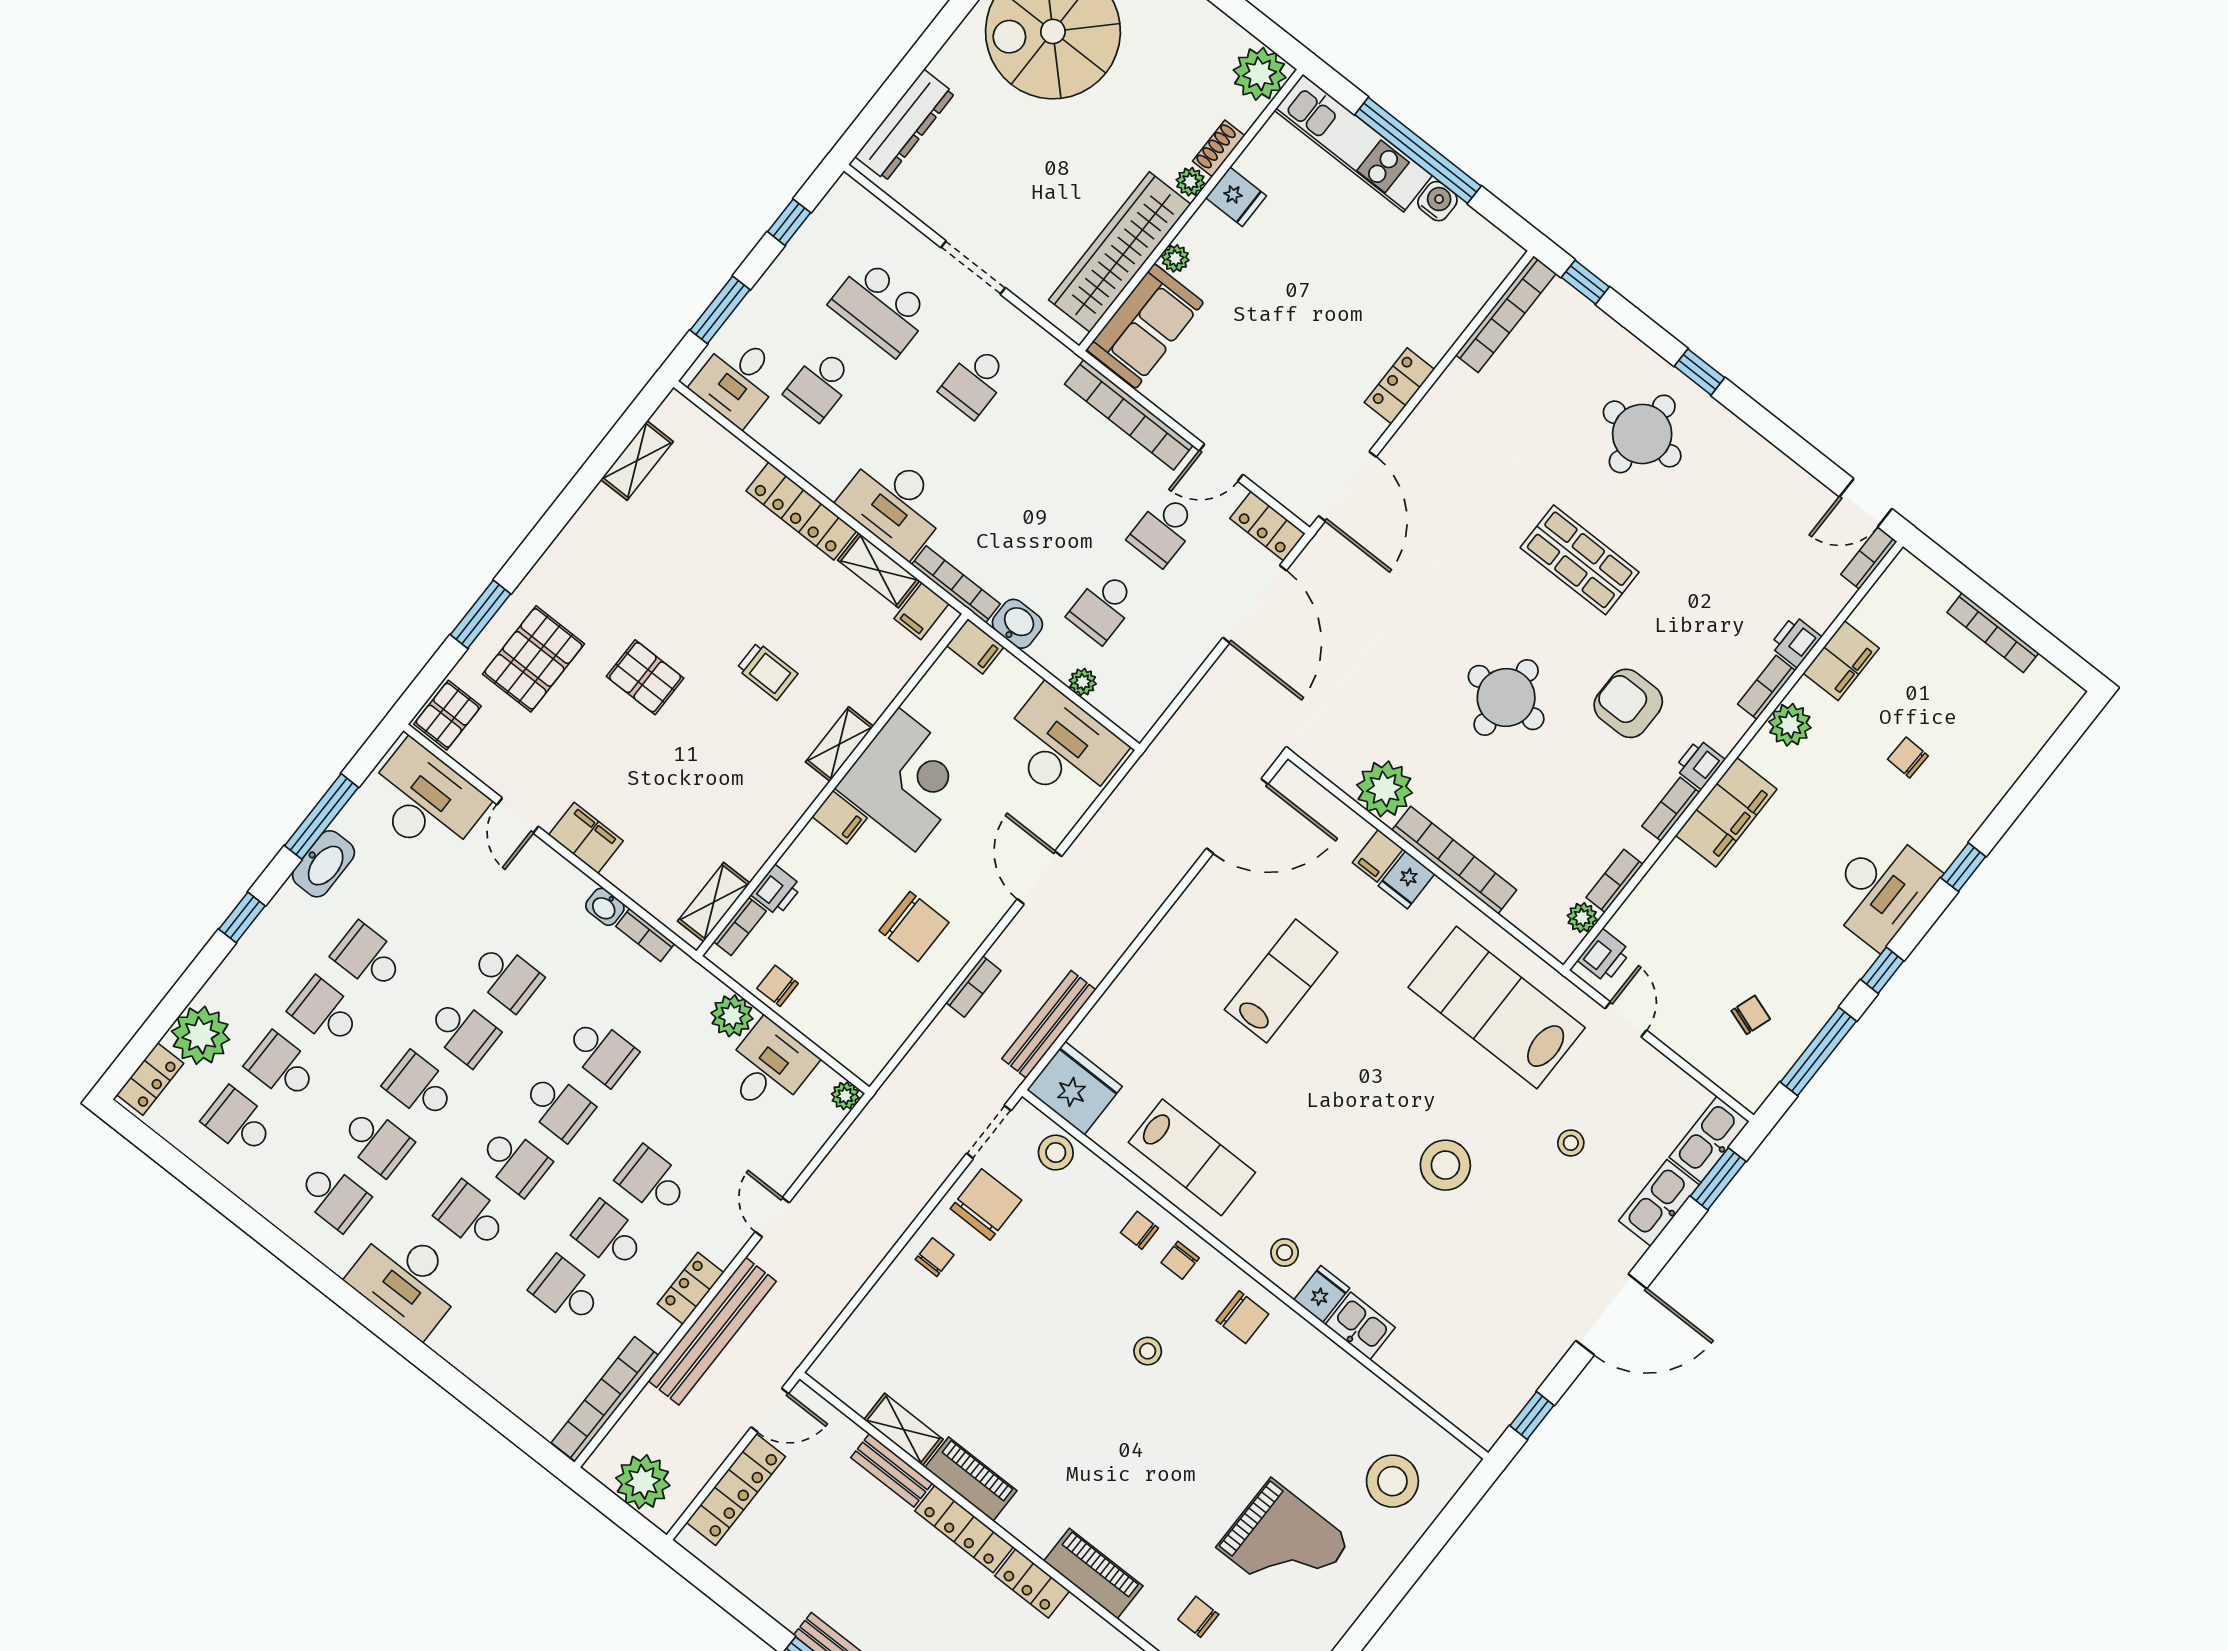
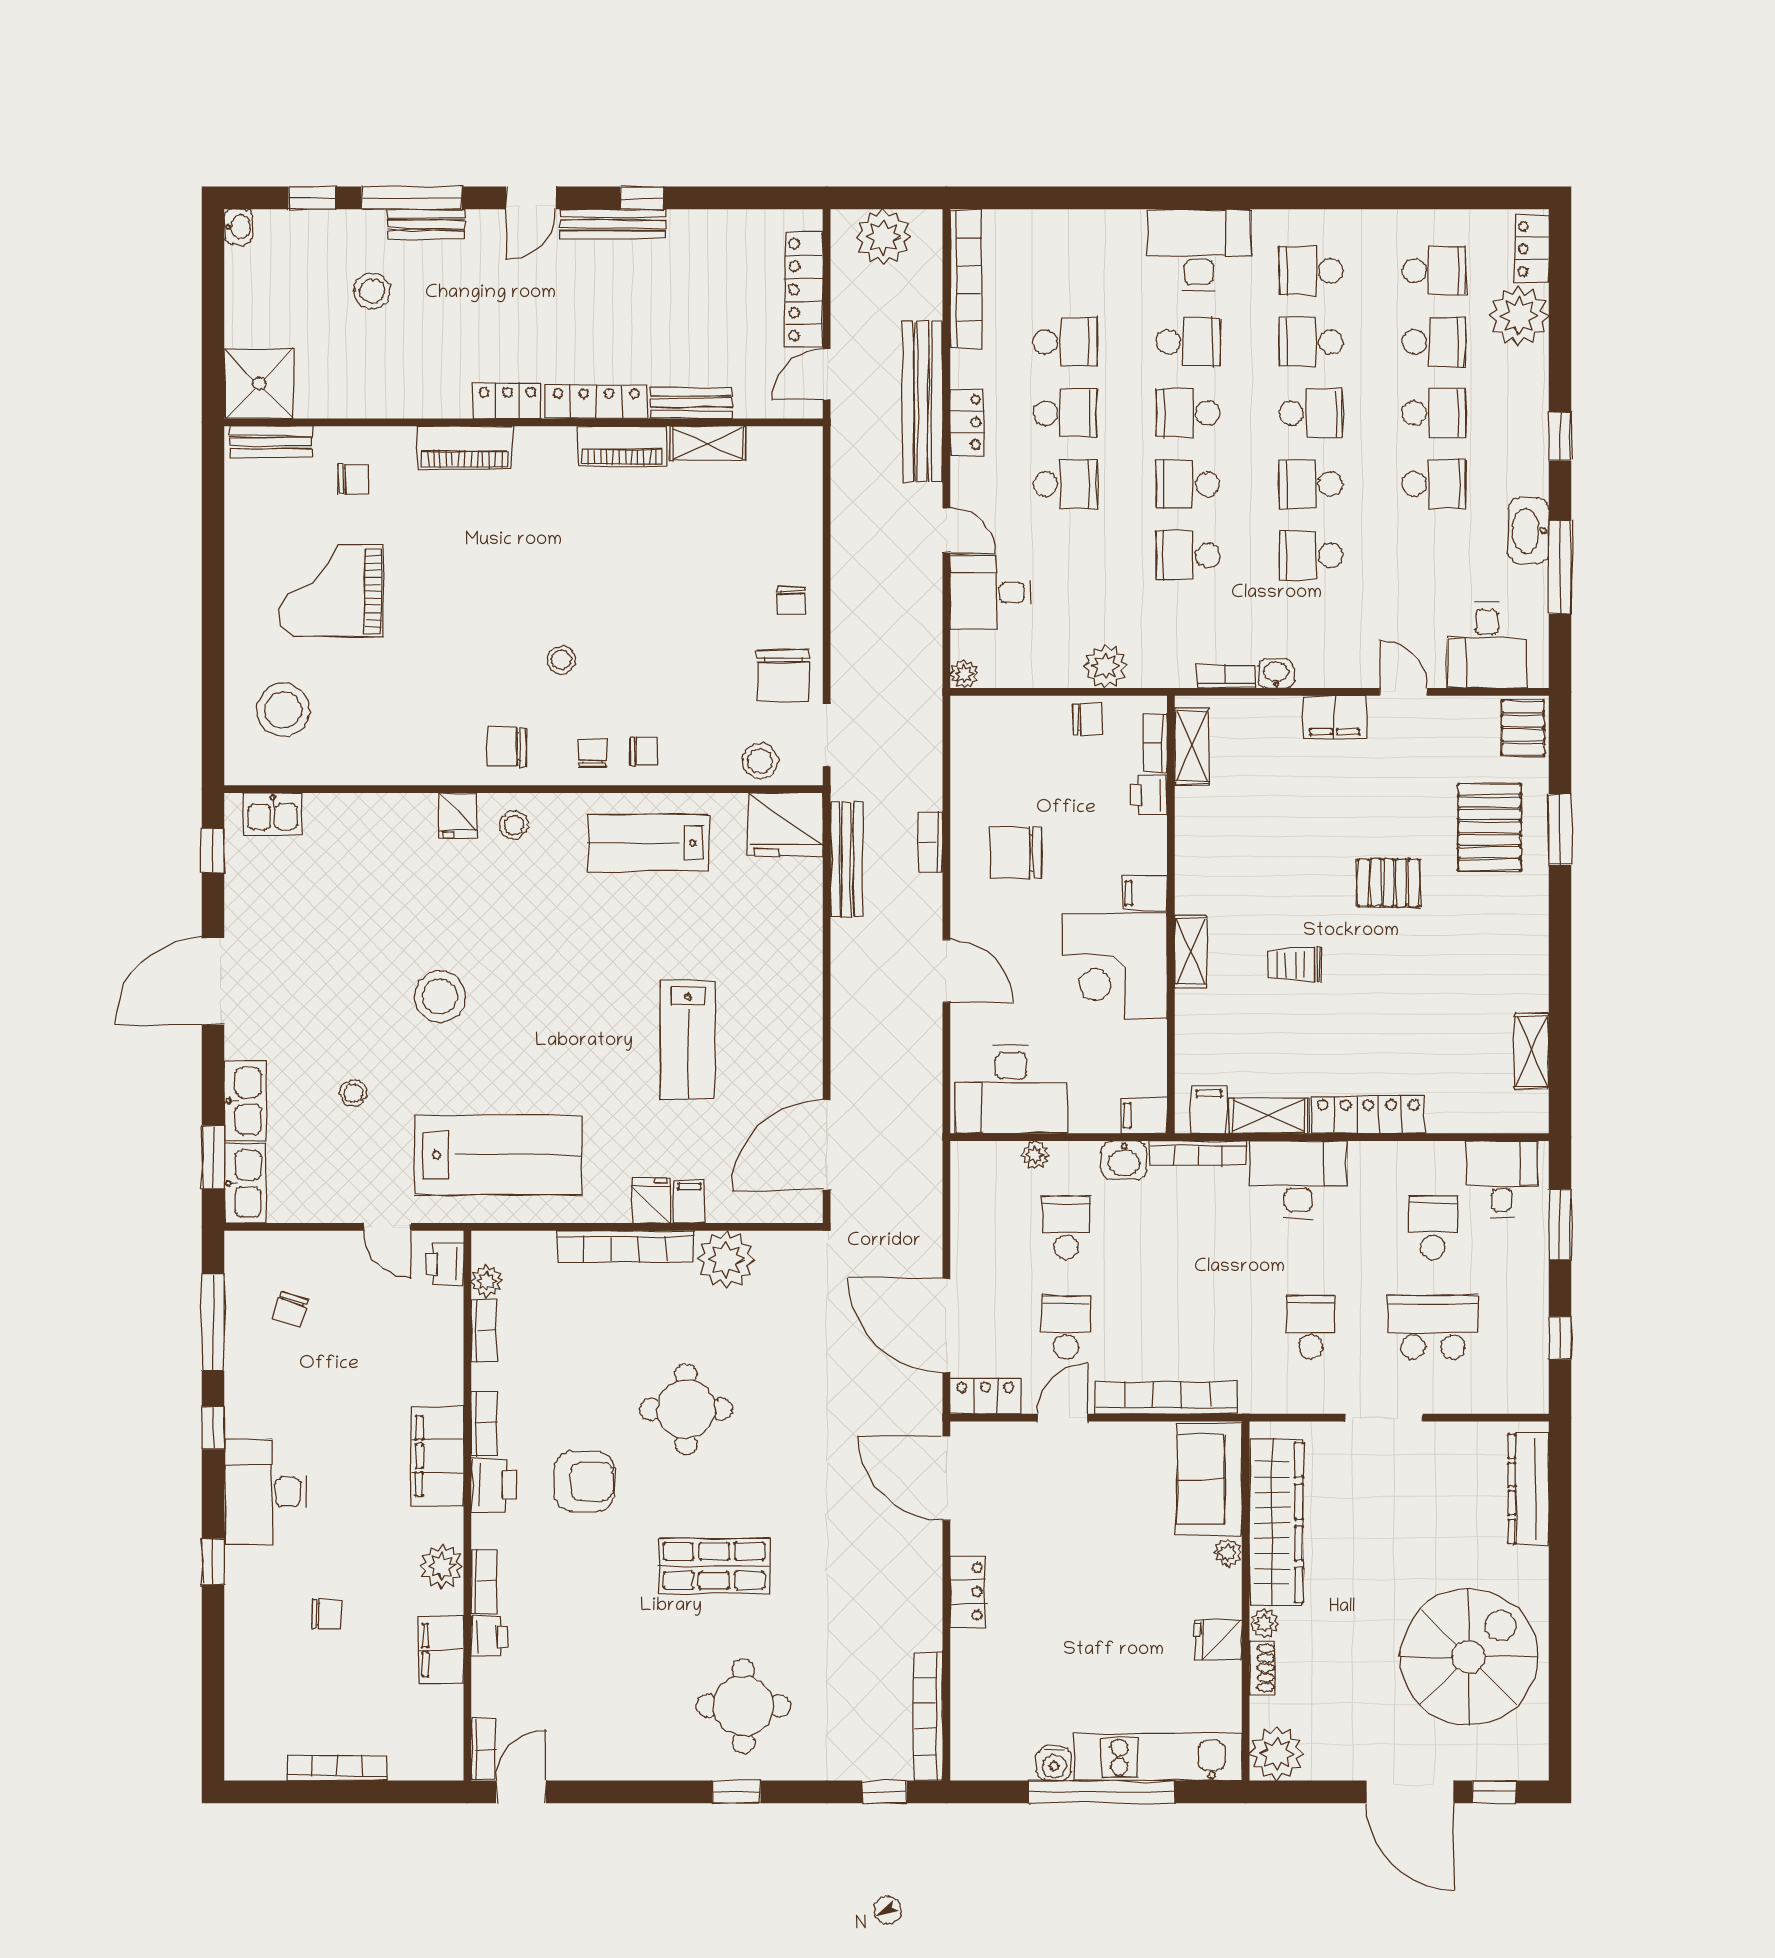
printer: (1700, 764) -> (493, 1485), width x1.36, depth x1.24
desk: (425, 801) -> (1487, 645), width x0.73
desk: (768, 1067) -> (990, 592), moved, turned 90
kitchen sink: (1360, 1326) -> (273, 814), moved

